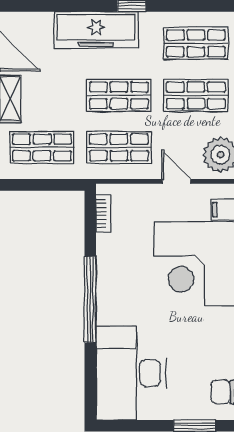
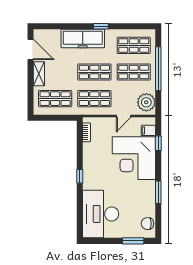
door: (176, 181) -> (124, 116), swing flipped
window: (90, 299) -> (80, 176), width x0.32

